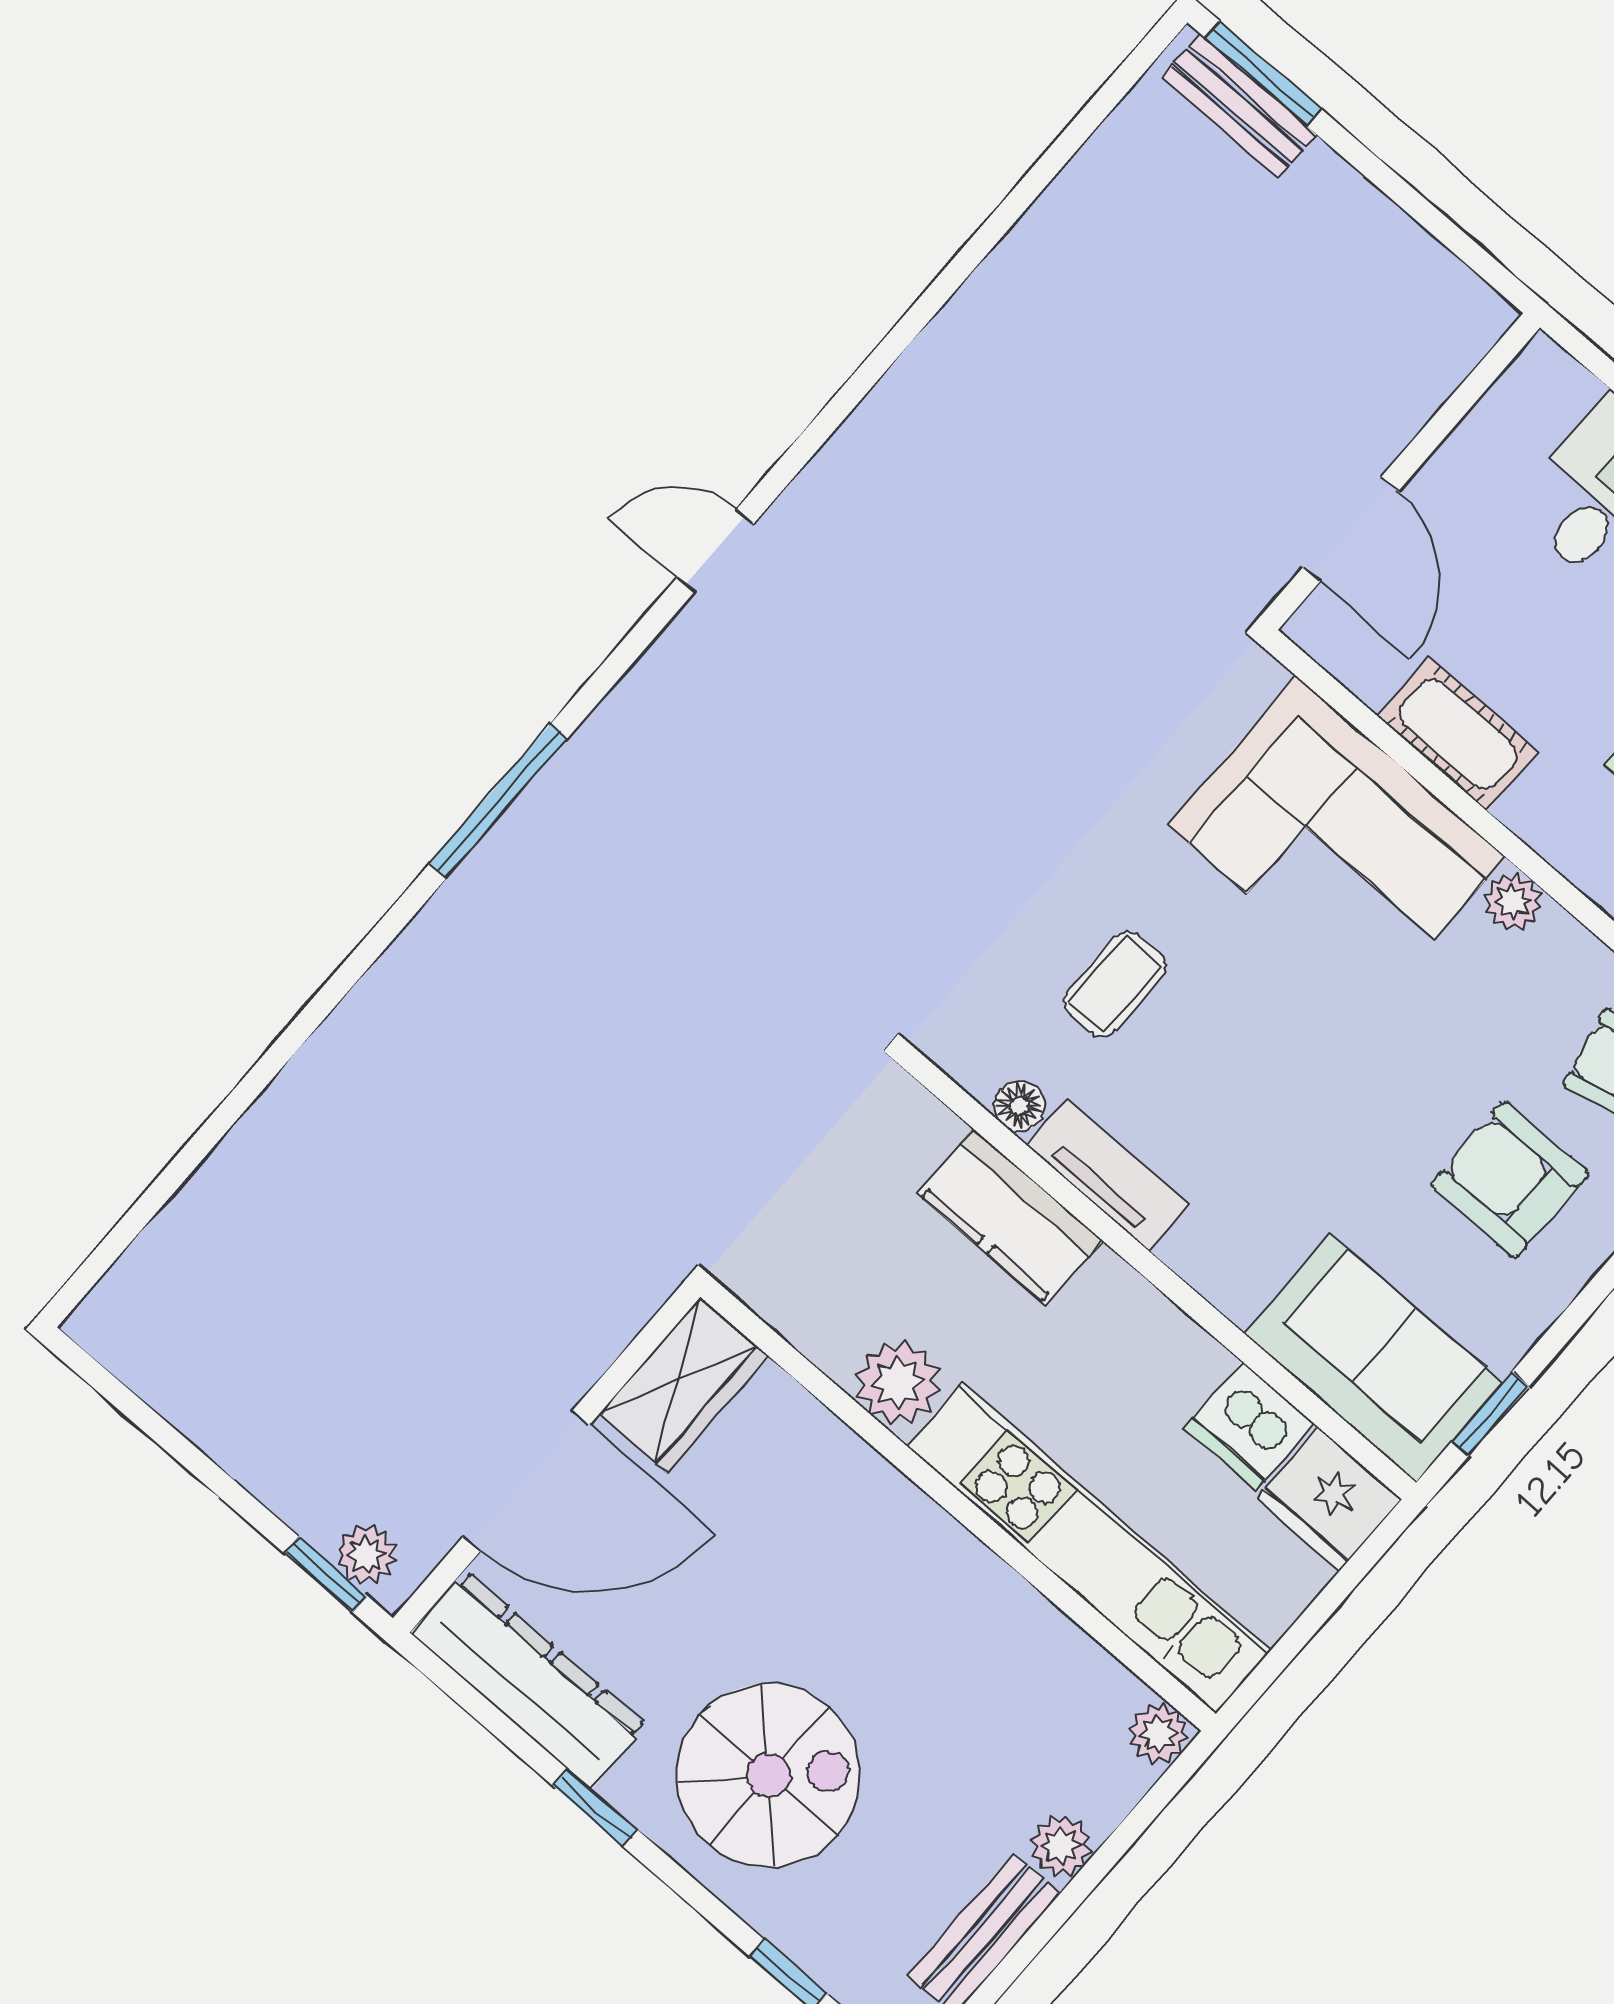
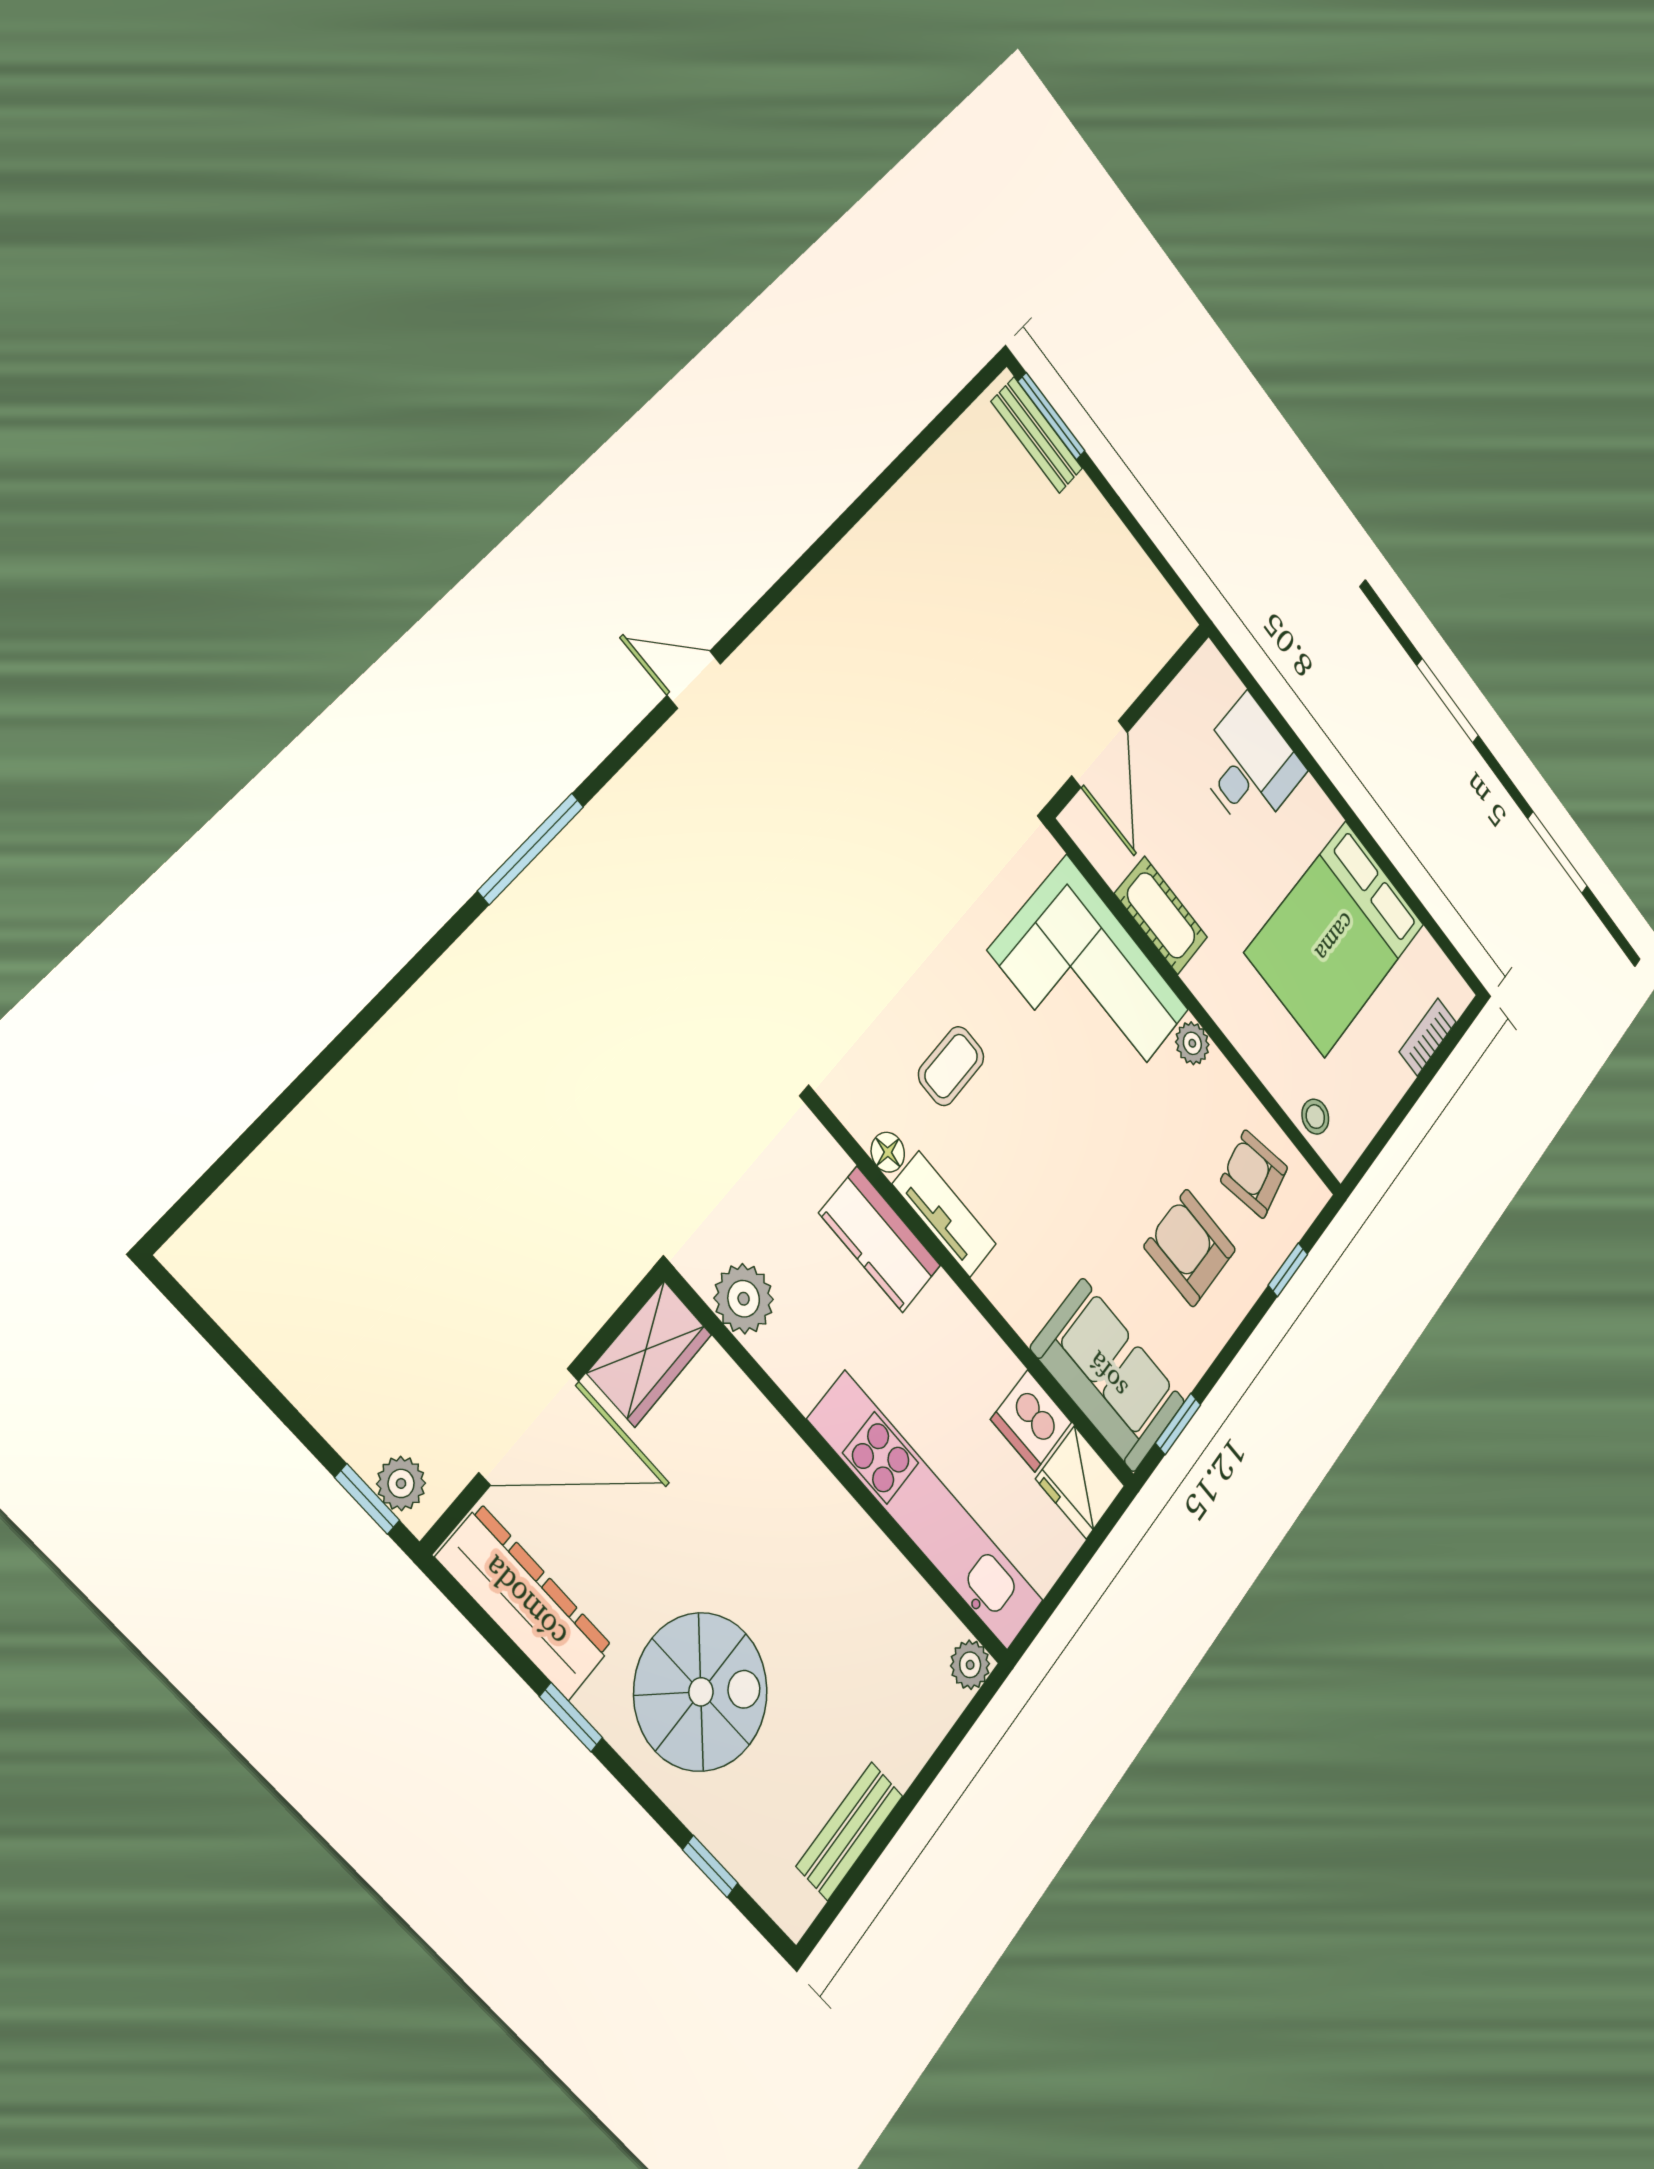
plant: (898, 1382) -> (744, 1299), moved
plant: (1061, 1846) -> (904, 1756), removed

